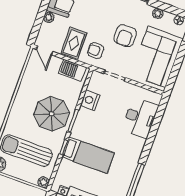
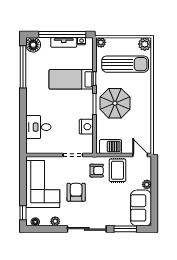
desk: (140, 118) -> (38, 127), width x0.73

